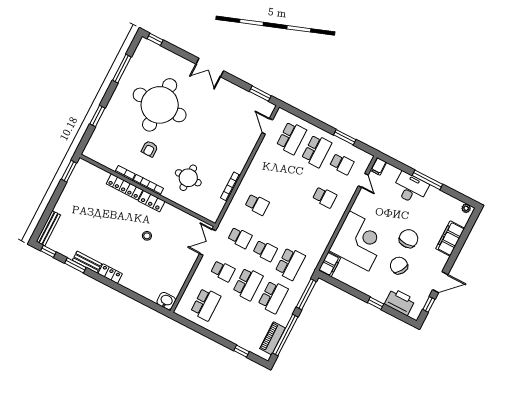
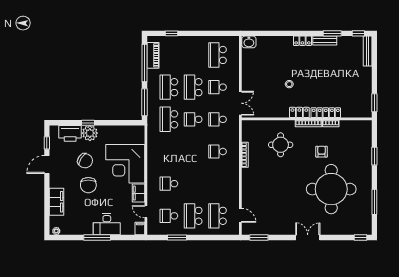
filing cabinet: (330, 264) -> (139, 193), moved
plant: (379, 292) -> (90, 133), added

